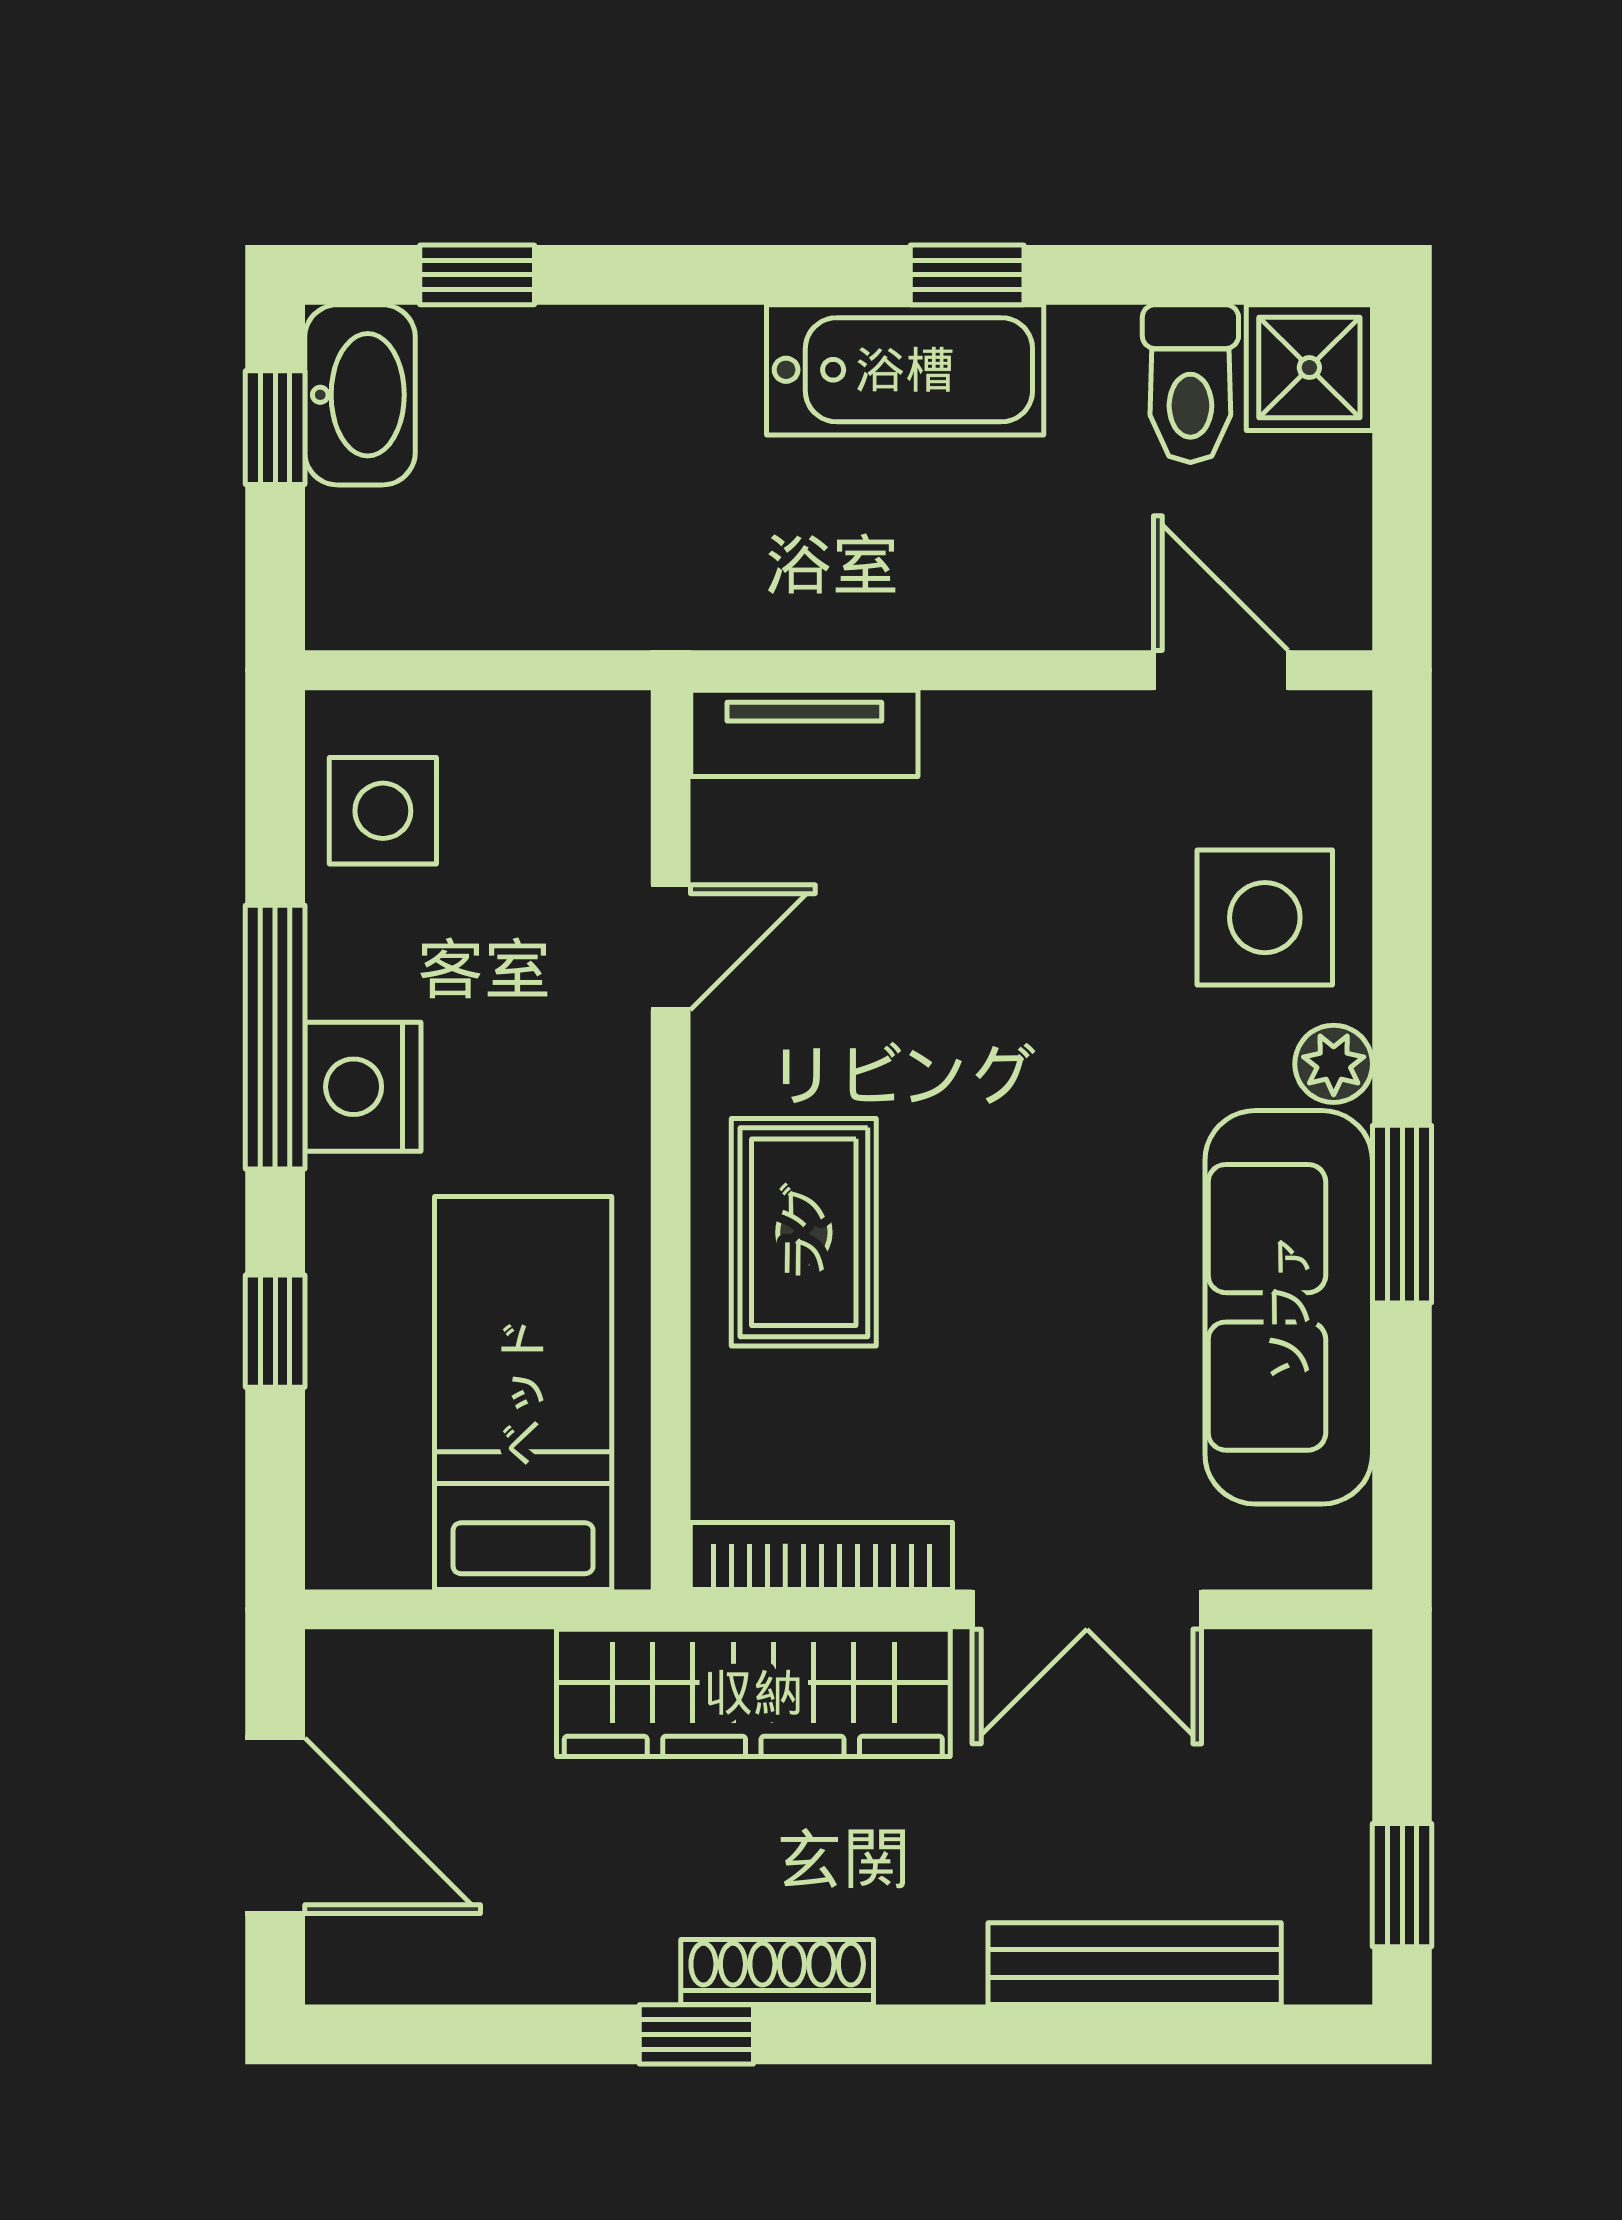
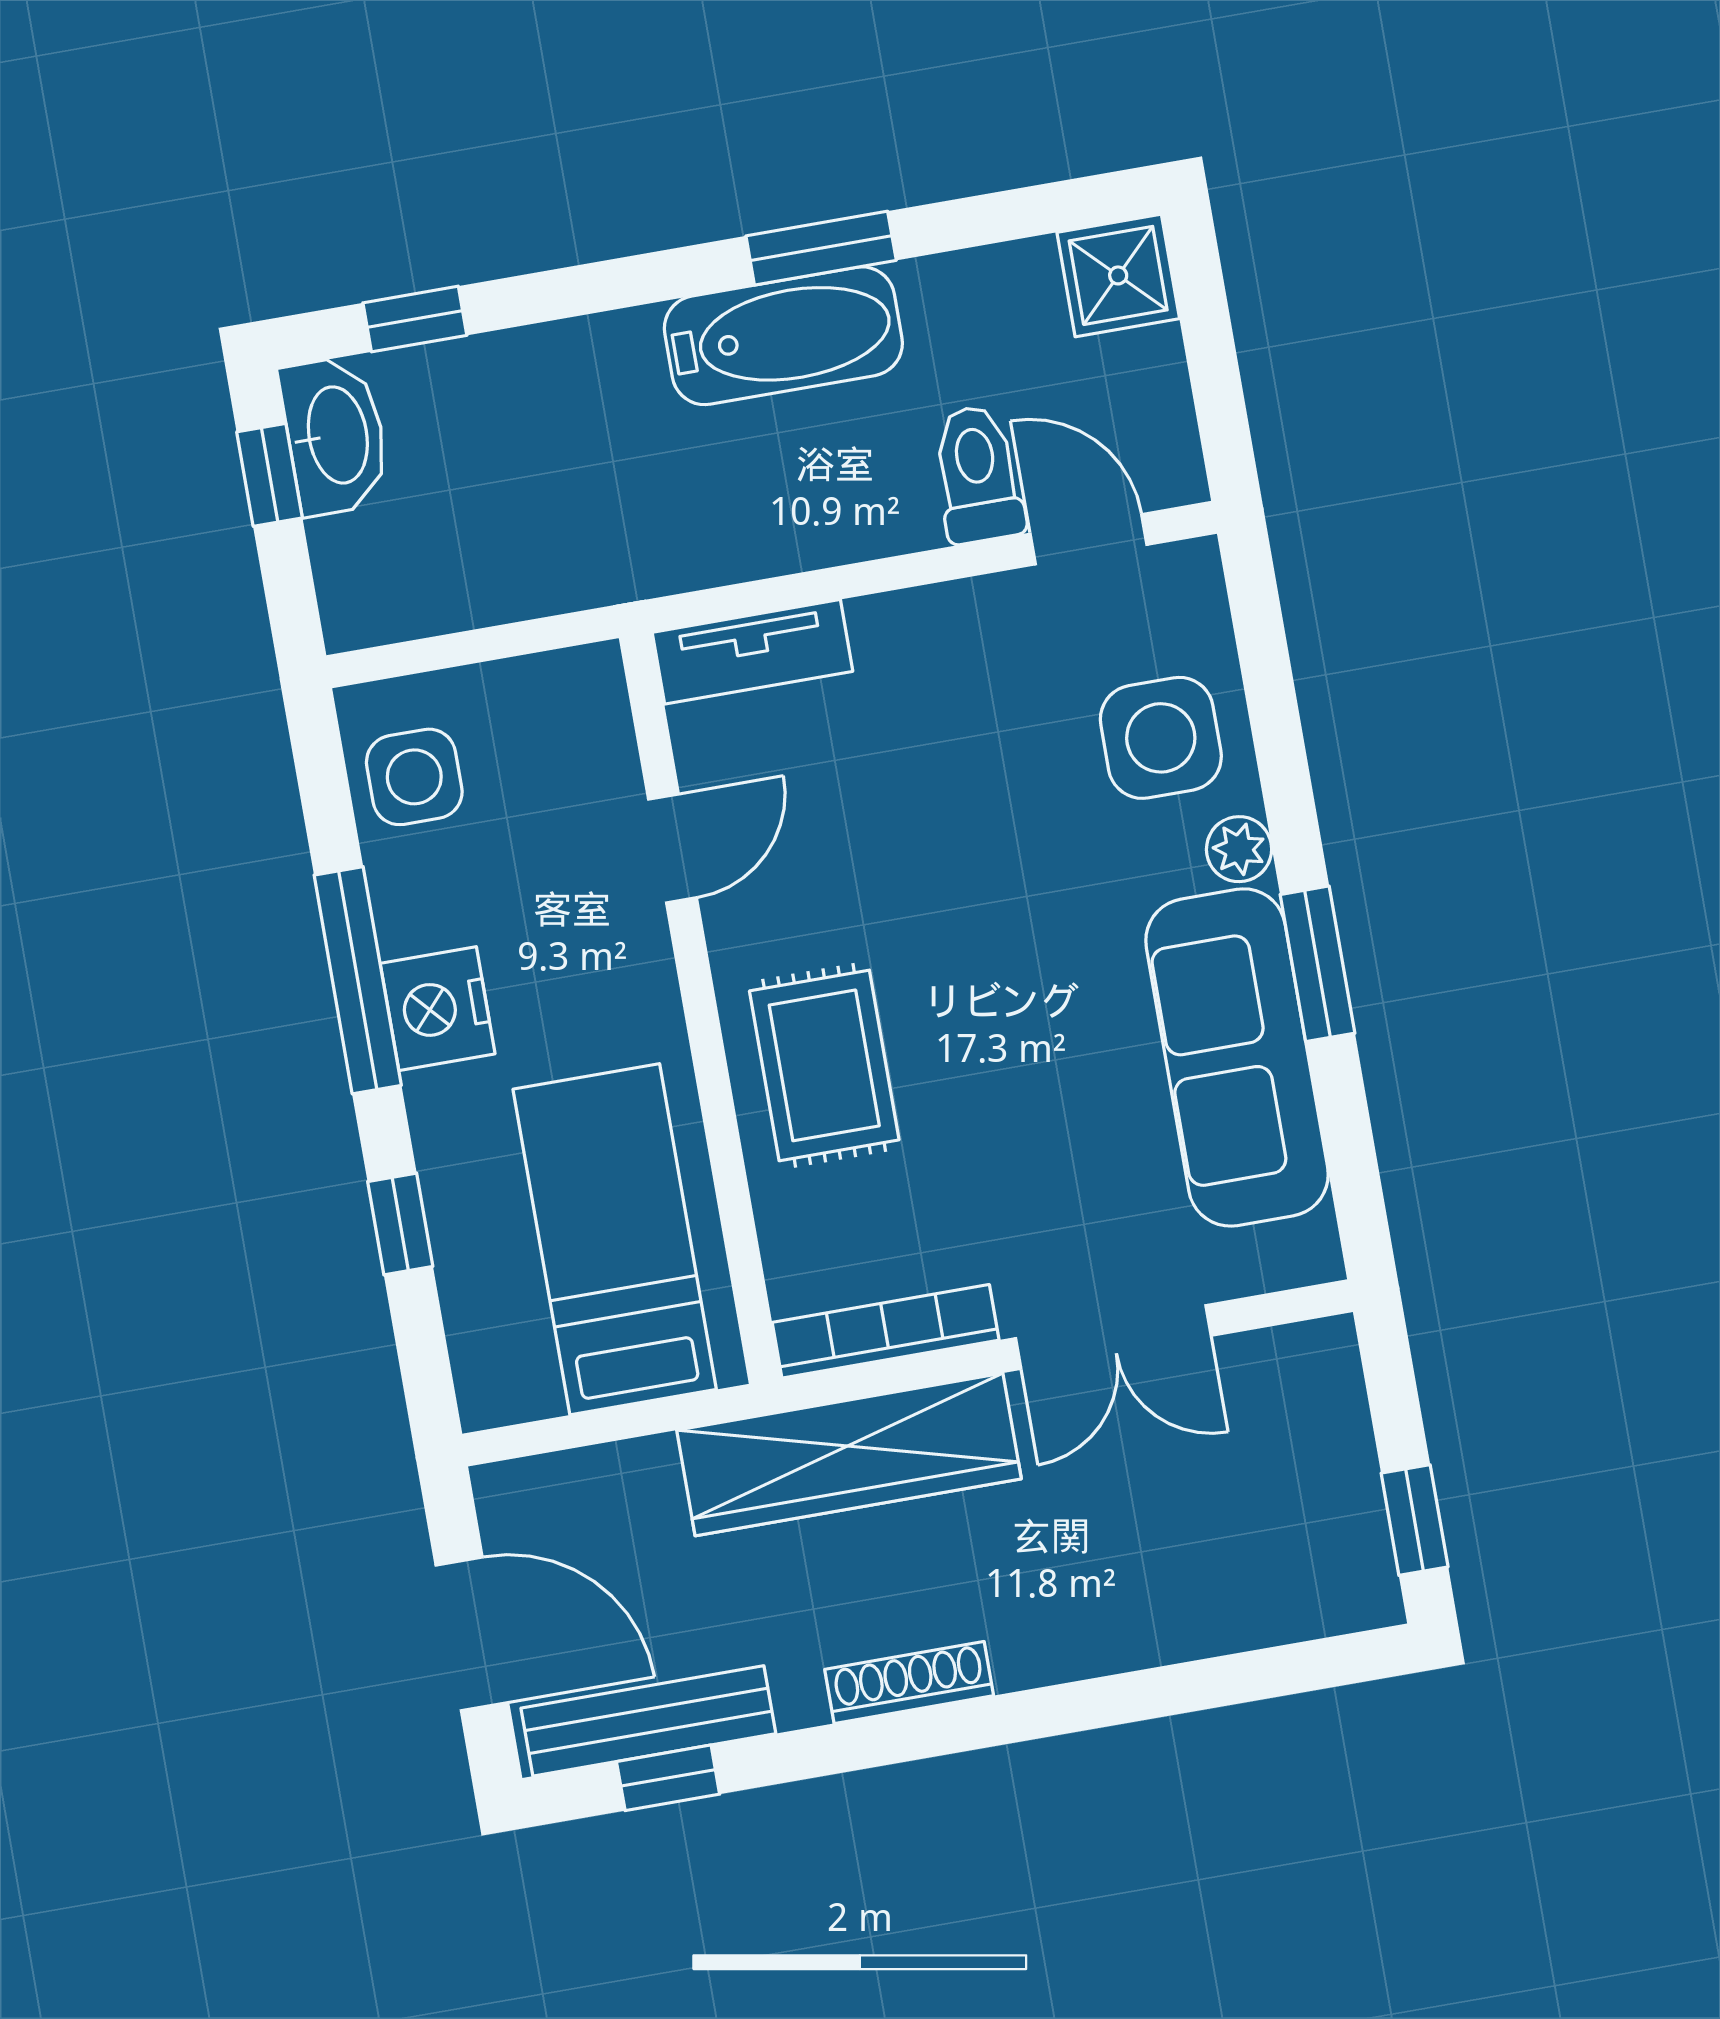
window: (967, 275) -> (821, 248), width x1.50
toilet: (1190, 384) -> (978, 474), moved, turned 180
bench: (1135, 1964) -> (648, 1721), moved
window: (696, 2034) -> (668, 1778), moved

